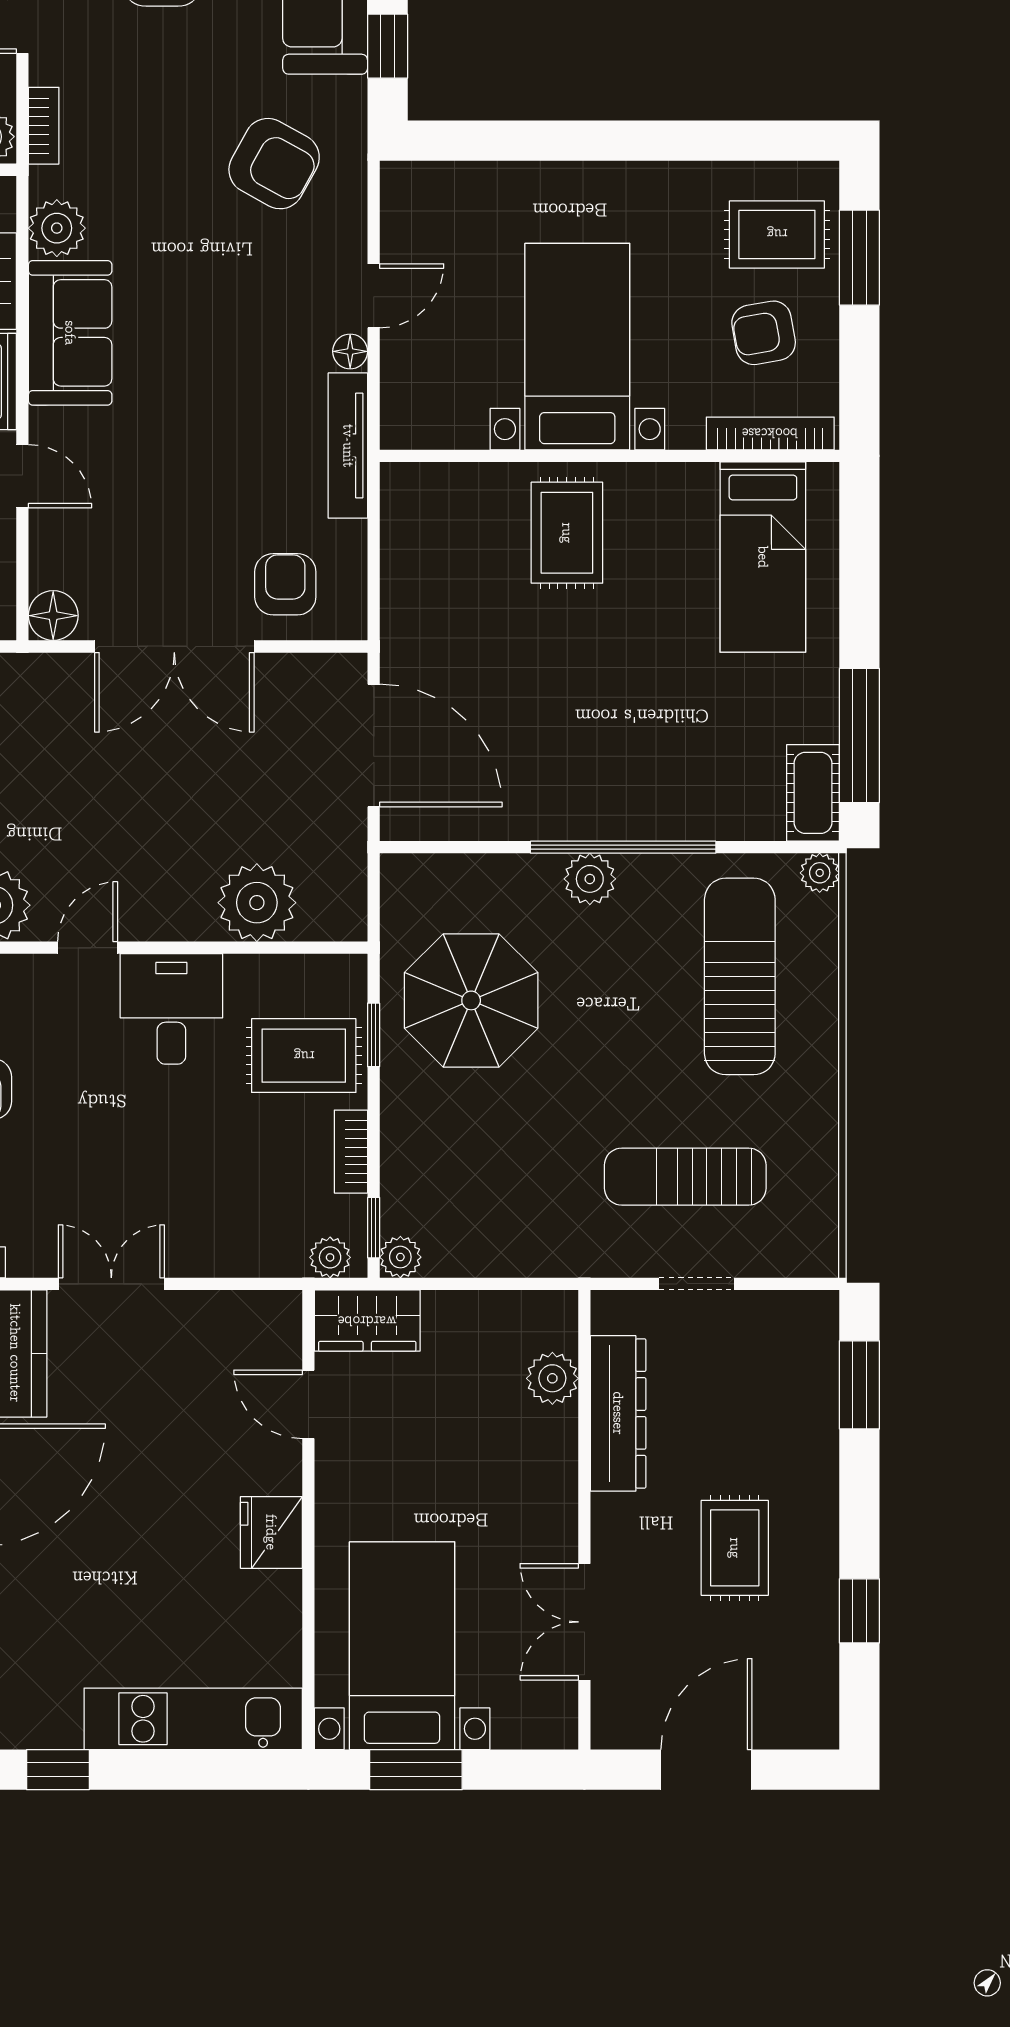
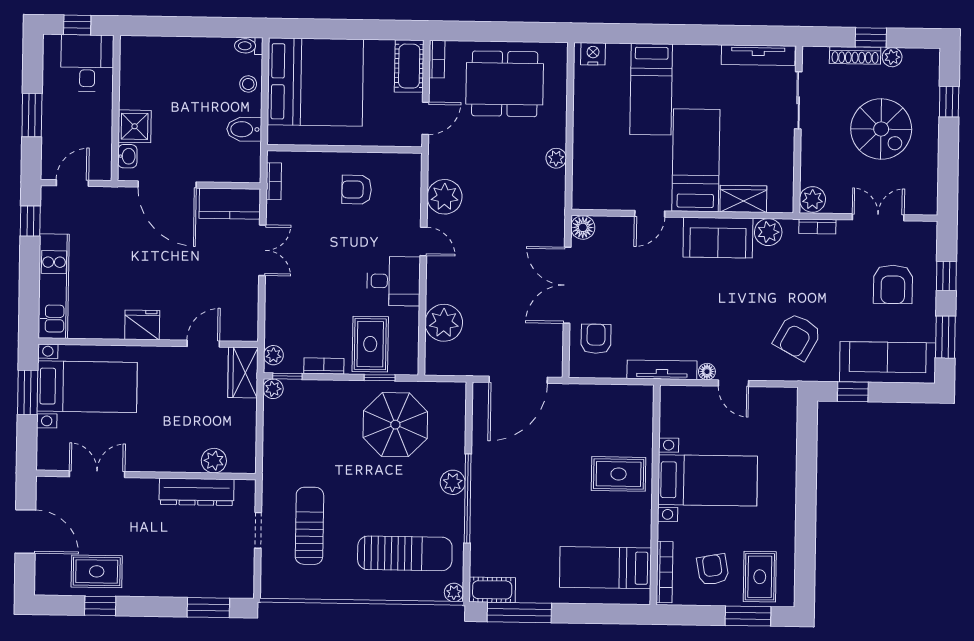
armchair: (285, 584) -> (596, 339), turned -90
rug: (735, 1548) -> (97, 571), moved

